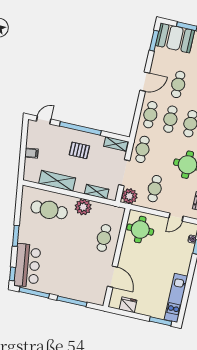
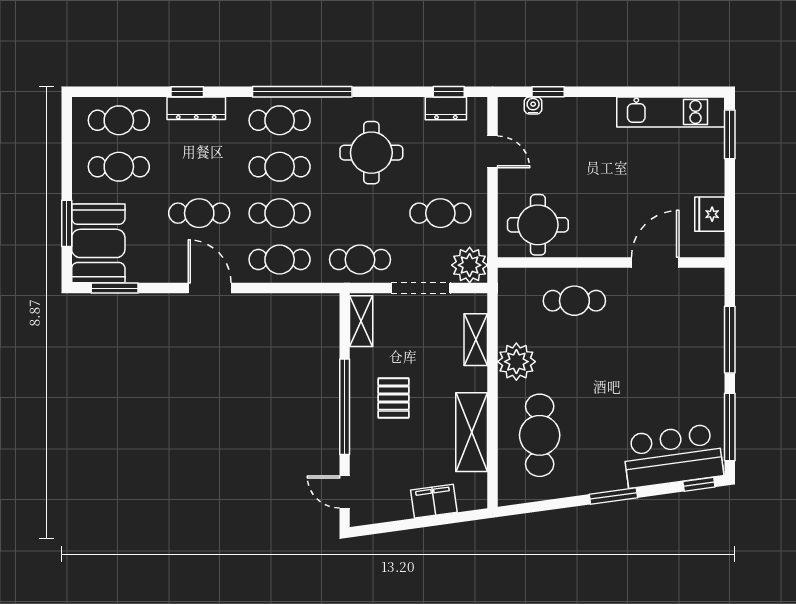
filing cabinet: (31, 153) -> (434, 501), width x2.00

